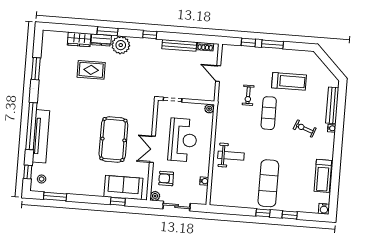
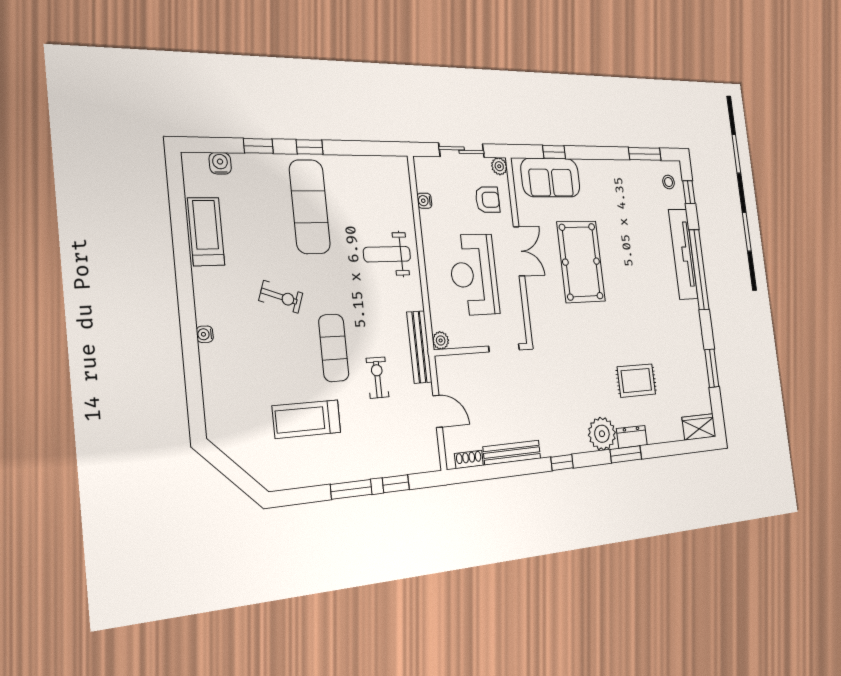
wardrobe: (79, 39) -> (699, 427), moved
bench: (332, 105) -> (419, 347), moved
exercise bike: (305, 128) -> (281, 297), moved
water cooler: (324, 209) -> (220, 163), moved

